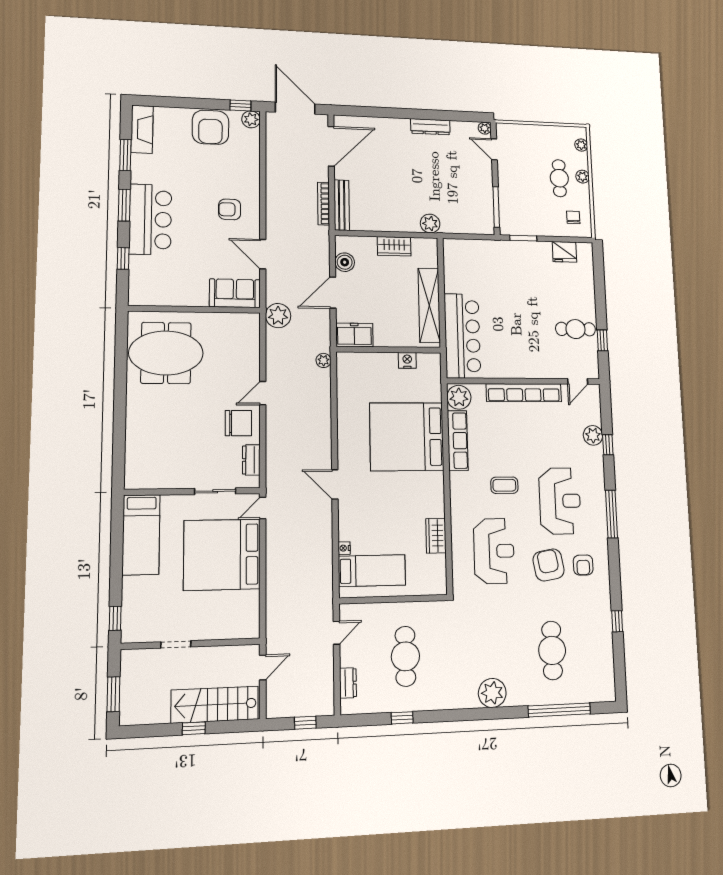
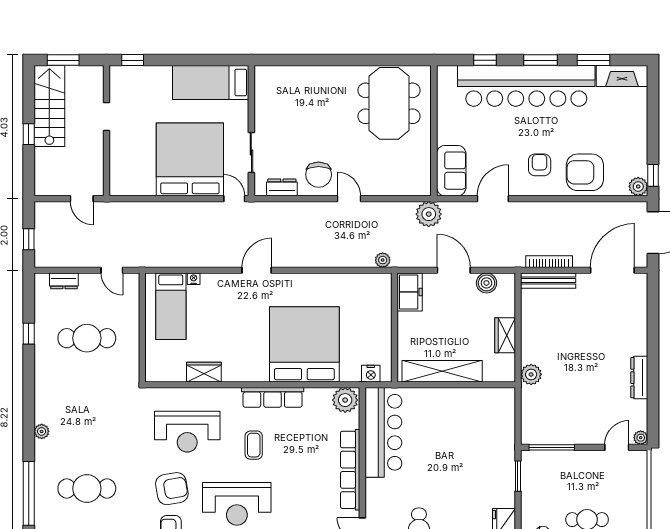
armchair: (210, 127) -> (585, 172), moved
door: (331, 146) -> (612, 270), swing flipped
bar counter: (150, 219) -> (526, 86), width x1.86
bar counter: (462, 336) -> (383, 432), moved, turned -90
nightstand: (407, 360) -> (371, 374), moved, turned 90
row of seats: (458, 441) -> (273, 397), moved
plant: (492, 693) -> (42, 431), width x0.53, depth x0.53
stairs: (215, 705) -> (49, 106), moved

